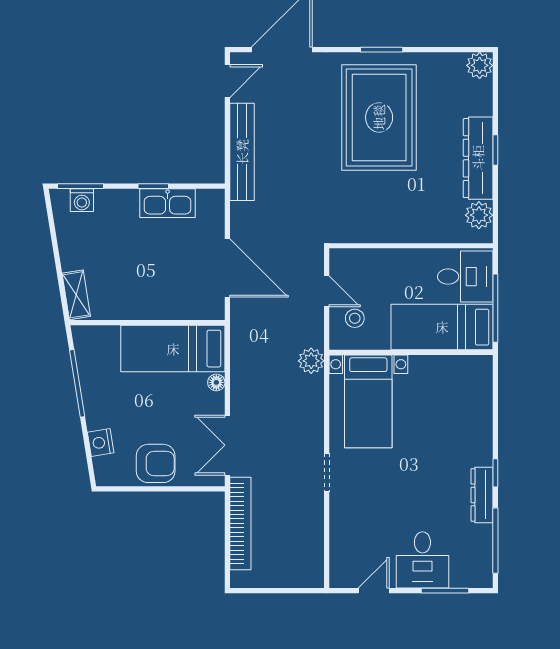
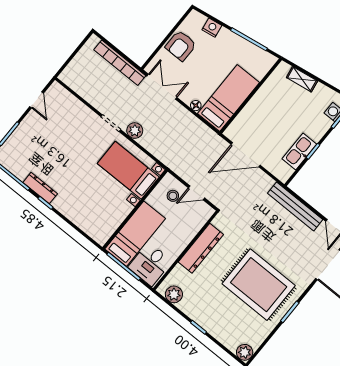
dresser: (478, 158) -> (201, 248), moved, turned 90
shelving: (76, 295) -> (302, 79), moved
plant: (311, 361) -> (135, 131), moved
desk: (422, 560) -> (32, 135), removed

